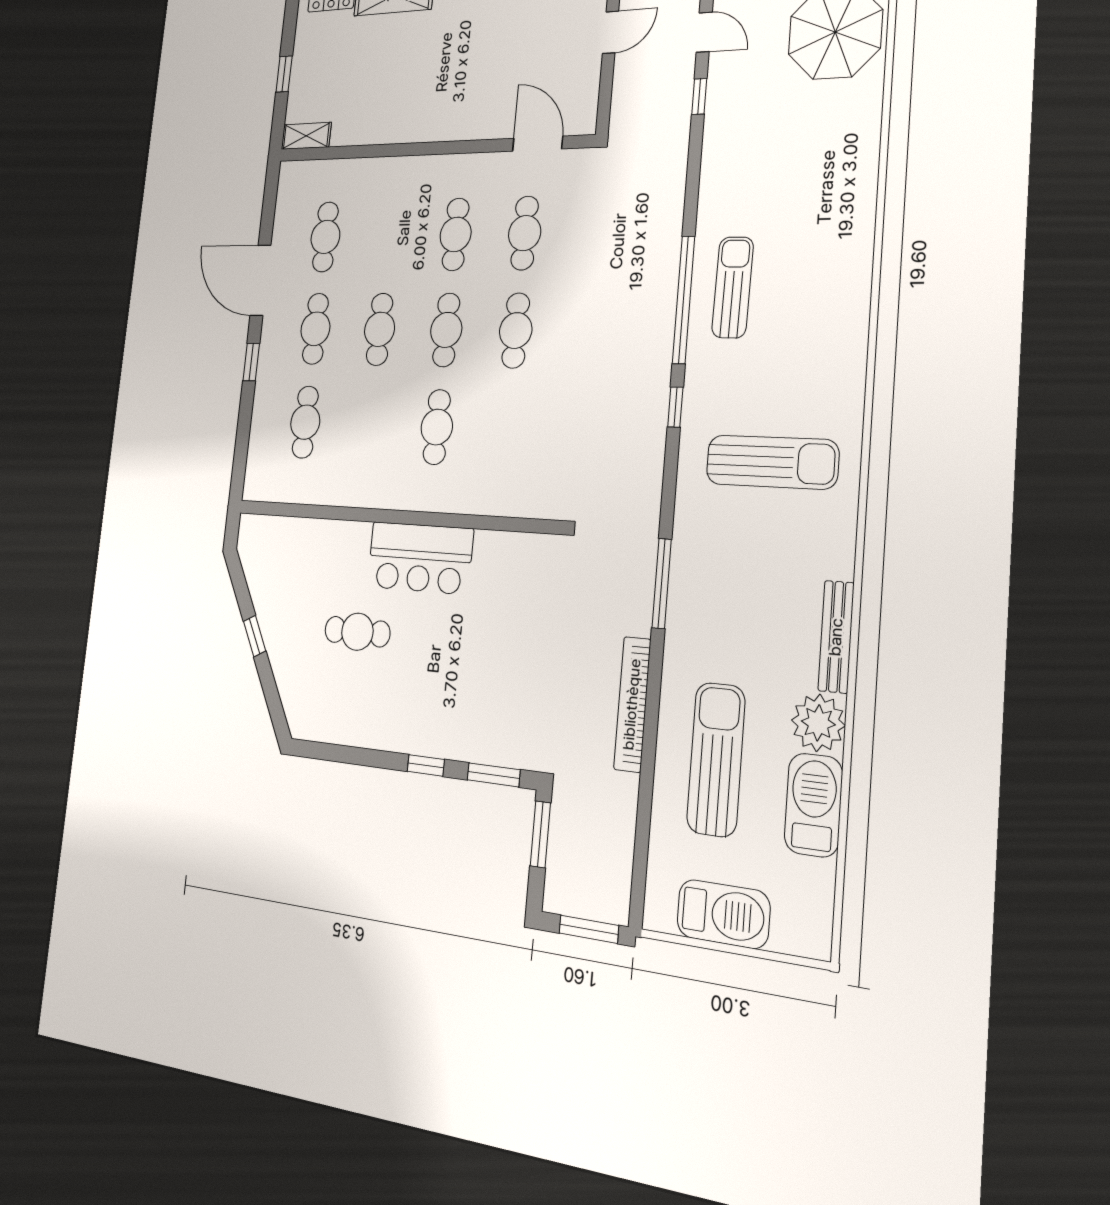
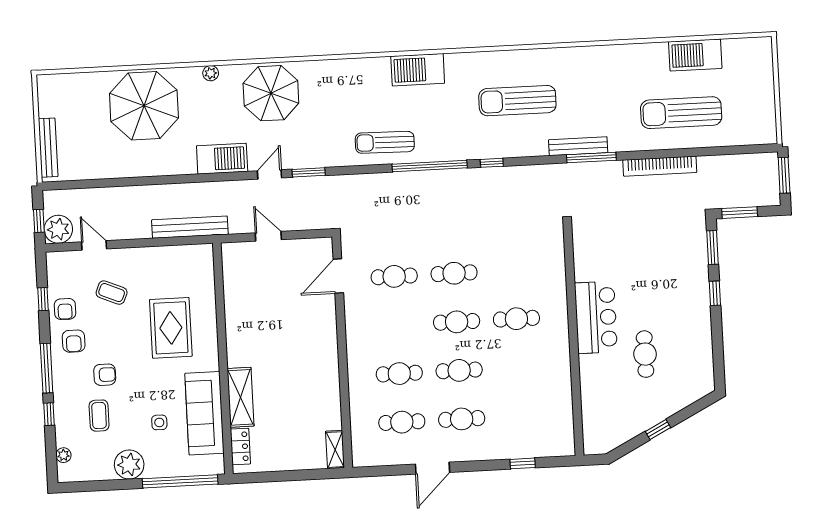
window: (284, 74) -> (293, 475), removed
window: (699, 96) -> (309, 172), width x1.50
cafe table: (456, 234) -> (399, 374), moved
door: (261, 280) -> (432, 468), width x0.73
sun lounger: (733, 287) -> (385, 142), moved
window: (251, 362) -> (523, 463), moved
cafe table: (305, 422) -> (522, 416), removed
sun lounger: (772, 462) -> (517, 101), turned -90
bench: (836, 637) -> (578, 146), moved
plant: (818, 723) -> (653, 57), removed
barbecue: (723, 914) -> (418, 70), moved, turned -90

